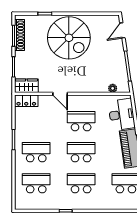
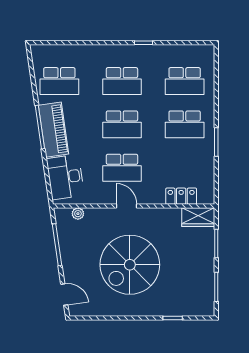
door: (122, 30) -> (64, 295), hinge flipped
shoe rack: (19, 35) -> (208, 288), removed
spiral stairs: (69, 38) -> (130, 265), moved, turned -90
door: (60, 94) -> (126, 206), moved
locker: (26, 101) -> (181, 196), moved

